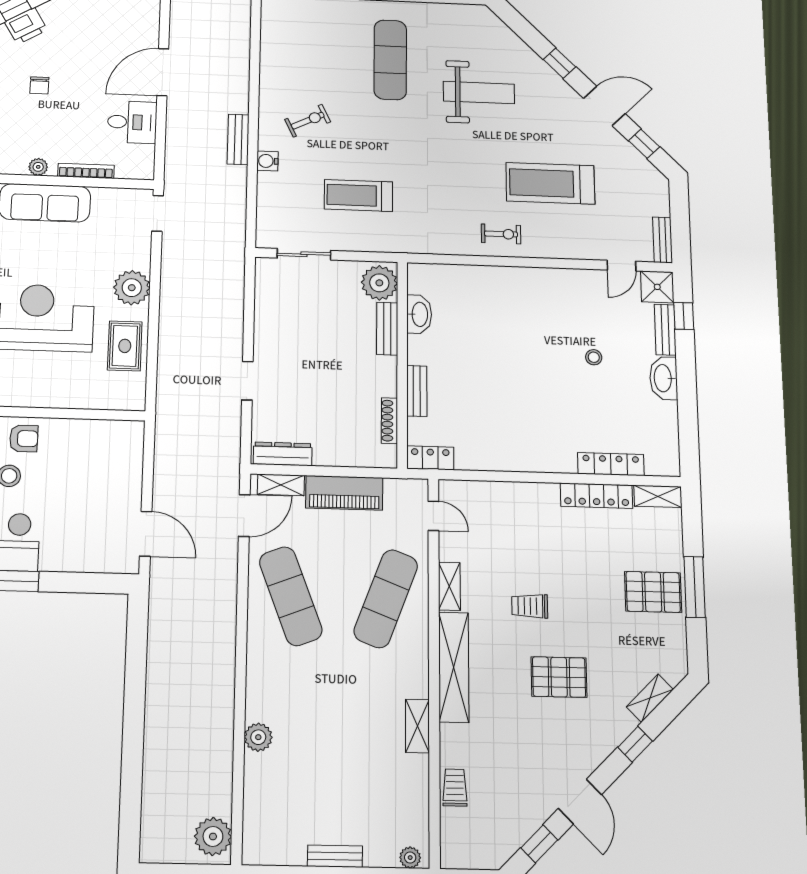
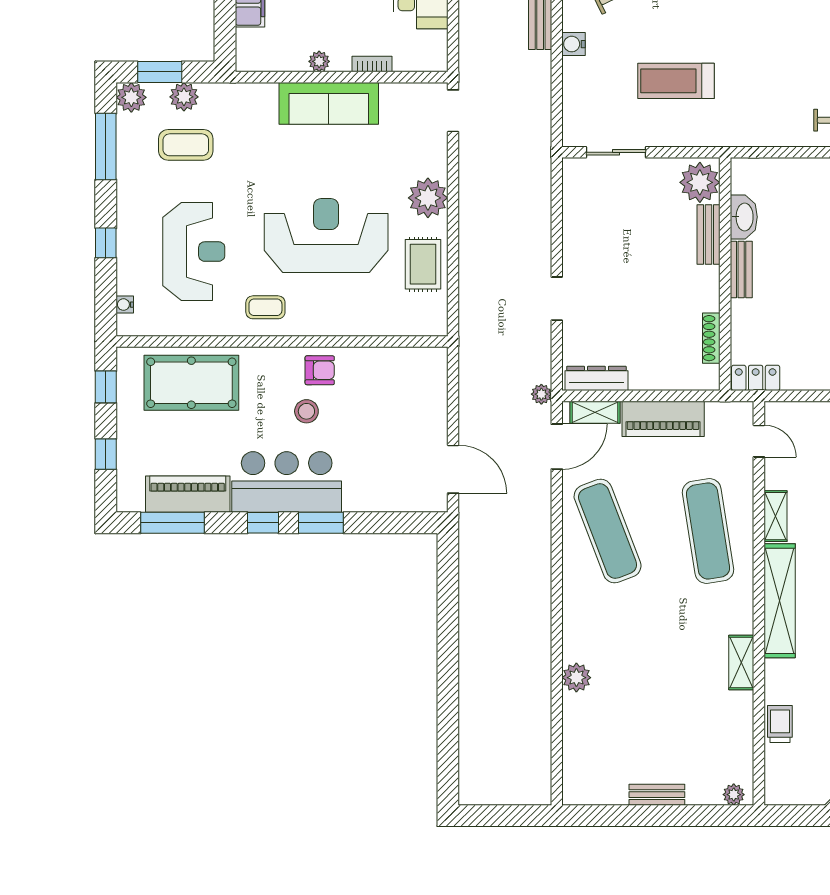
bookcase: (86, 171) -> (372, 64), width x0.64
bench: (417, 391) -> (741, 270), moved
exercise mat: (386, 599) -> (708, 531), turned -30
plant: (213, 836) -> (541, 394), moved, width x0.53, depth x0.53

